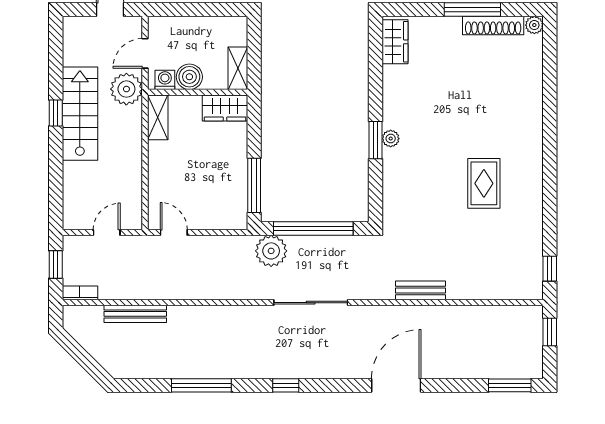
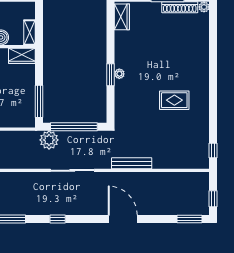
rug: (484, 183) -> (174, 100), turned 90
bench: (421, 290) -> (132, 163), width x1.36
window: (550, 332) -> (213, 199), moved
door: (396, 385) -> (123, 219), hinge flipped

